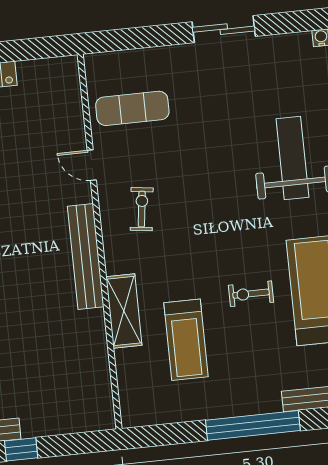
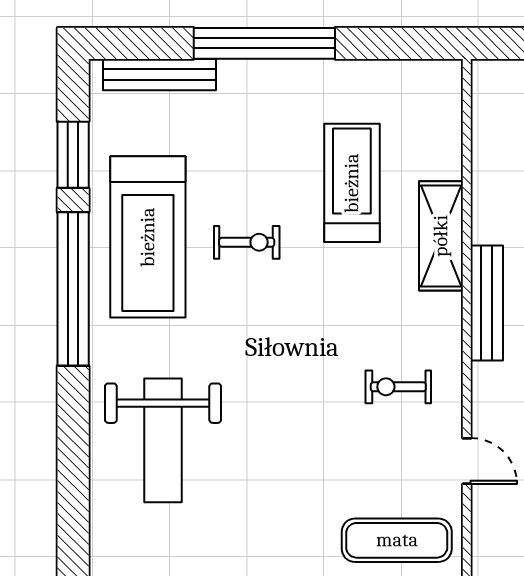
exercise bike: (142, 209) -> (398, 387), turned 83
bench: (86, 256) -> (487, 303), width x0.73, depth x0.82

